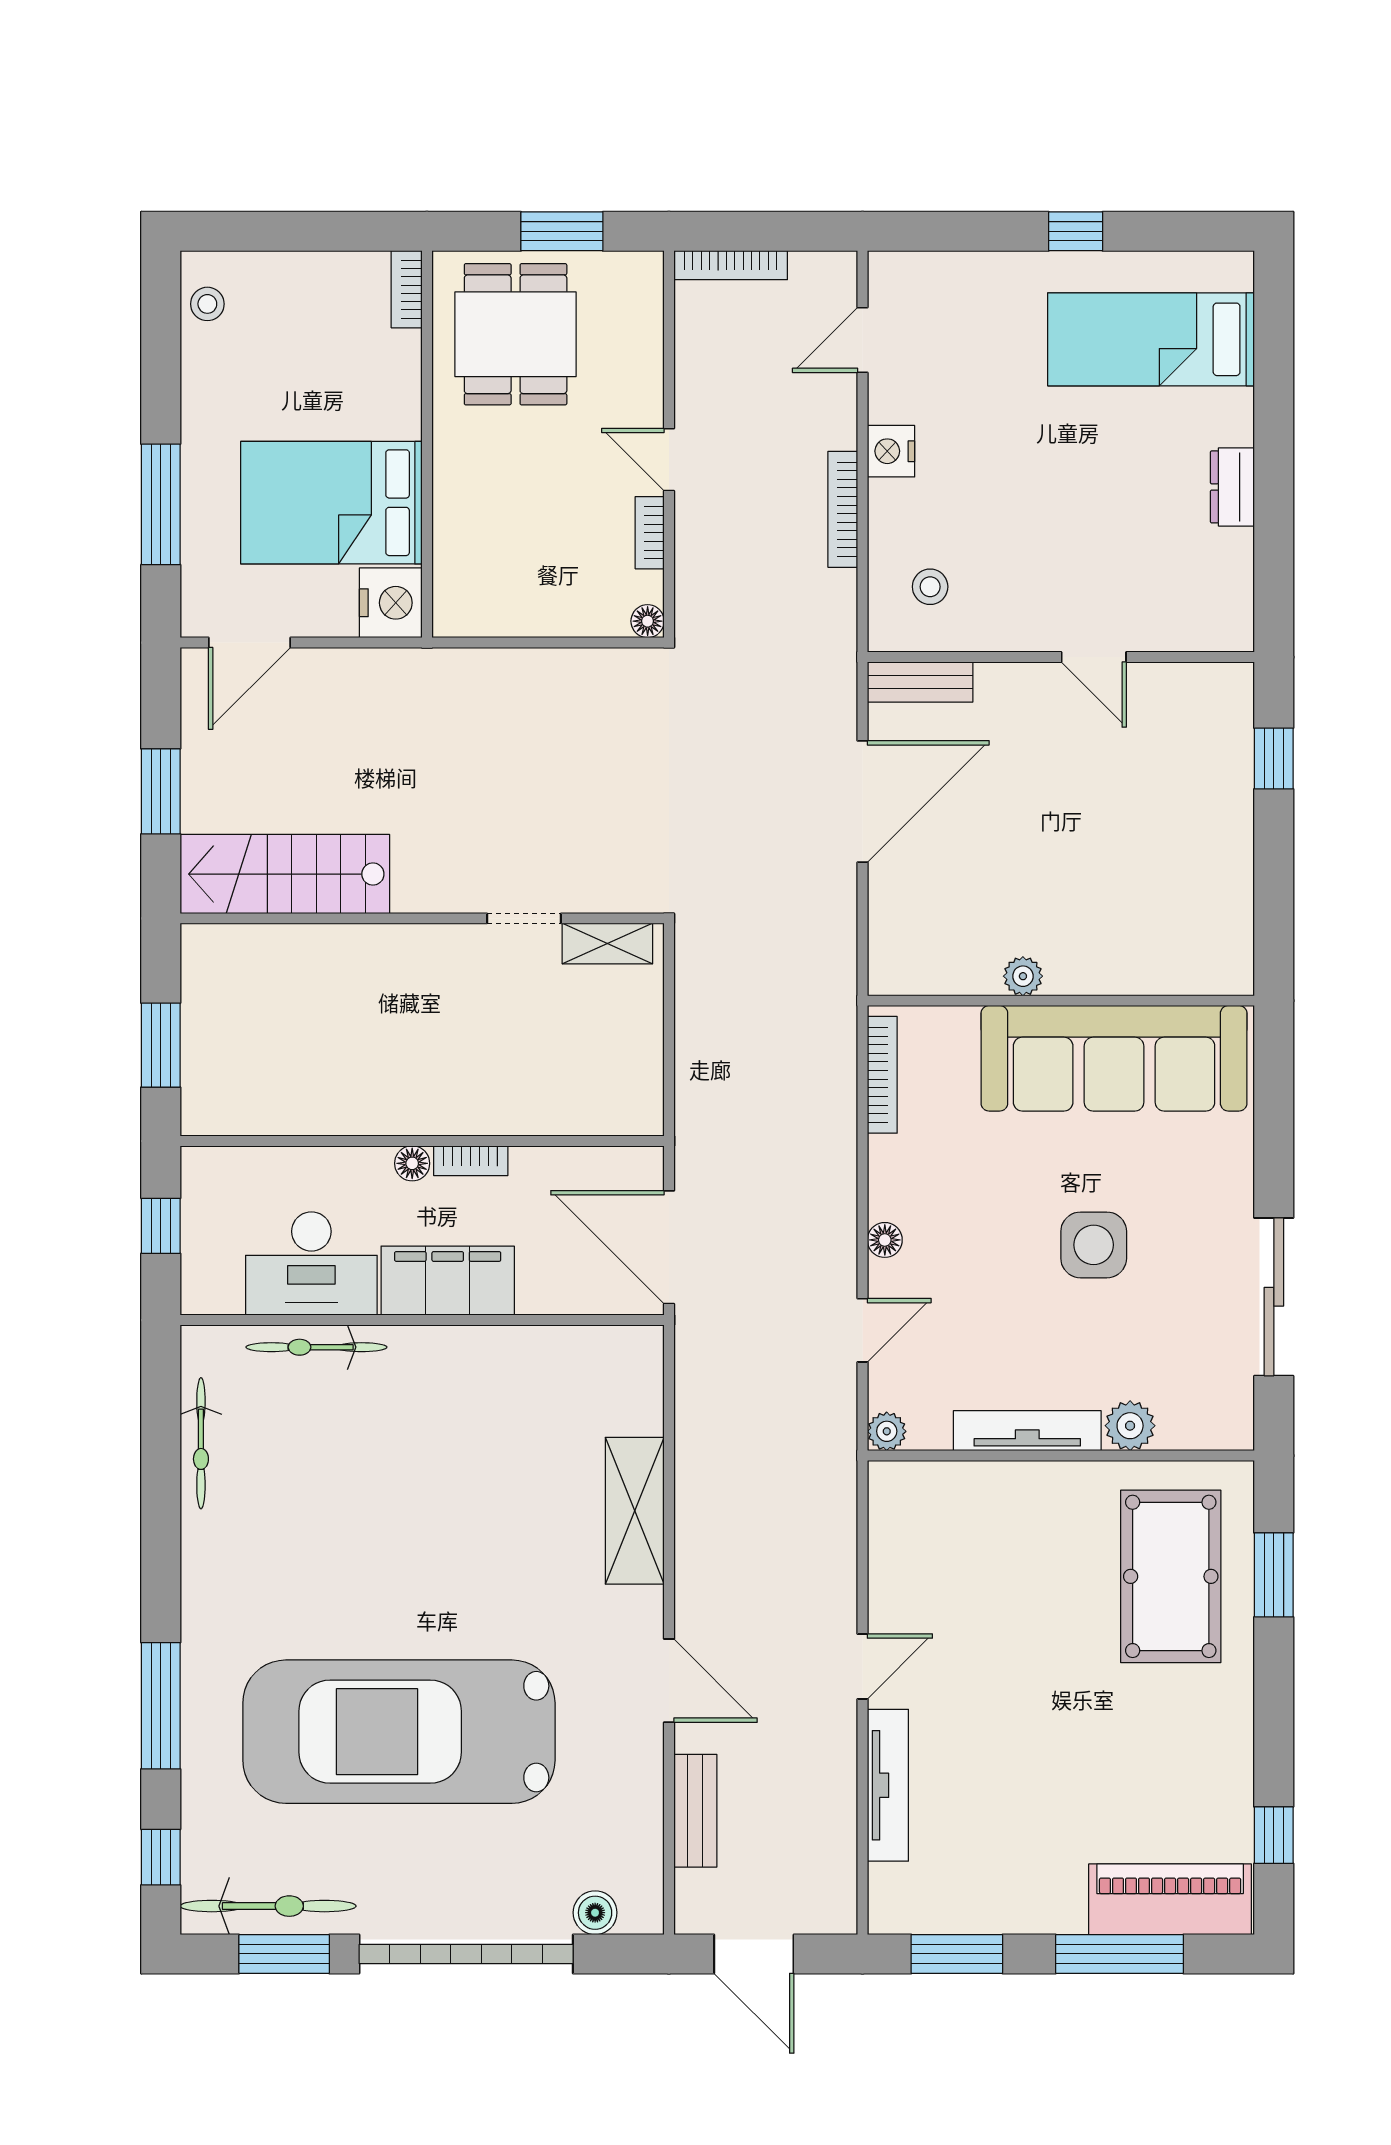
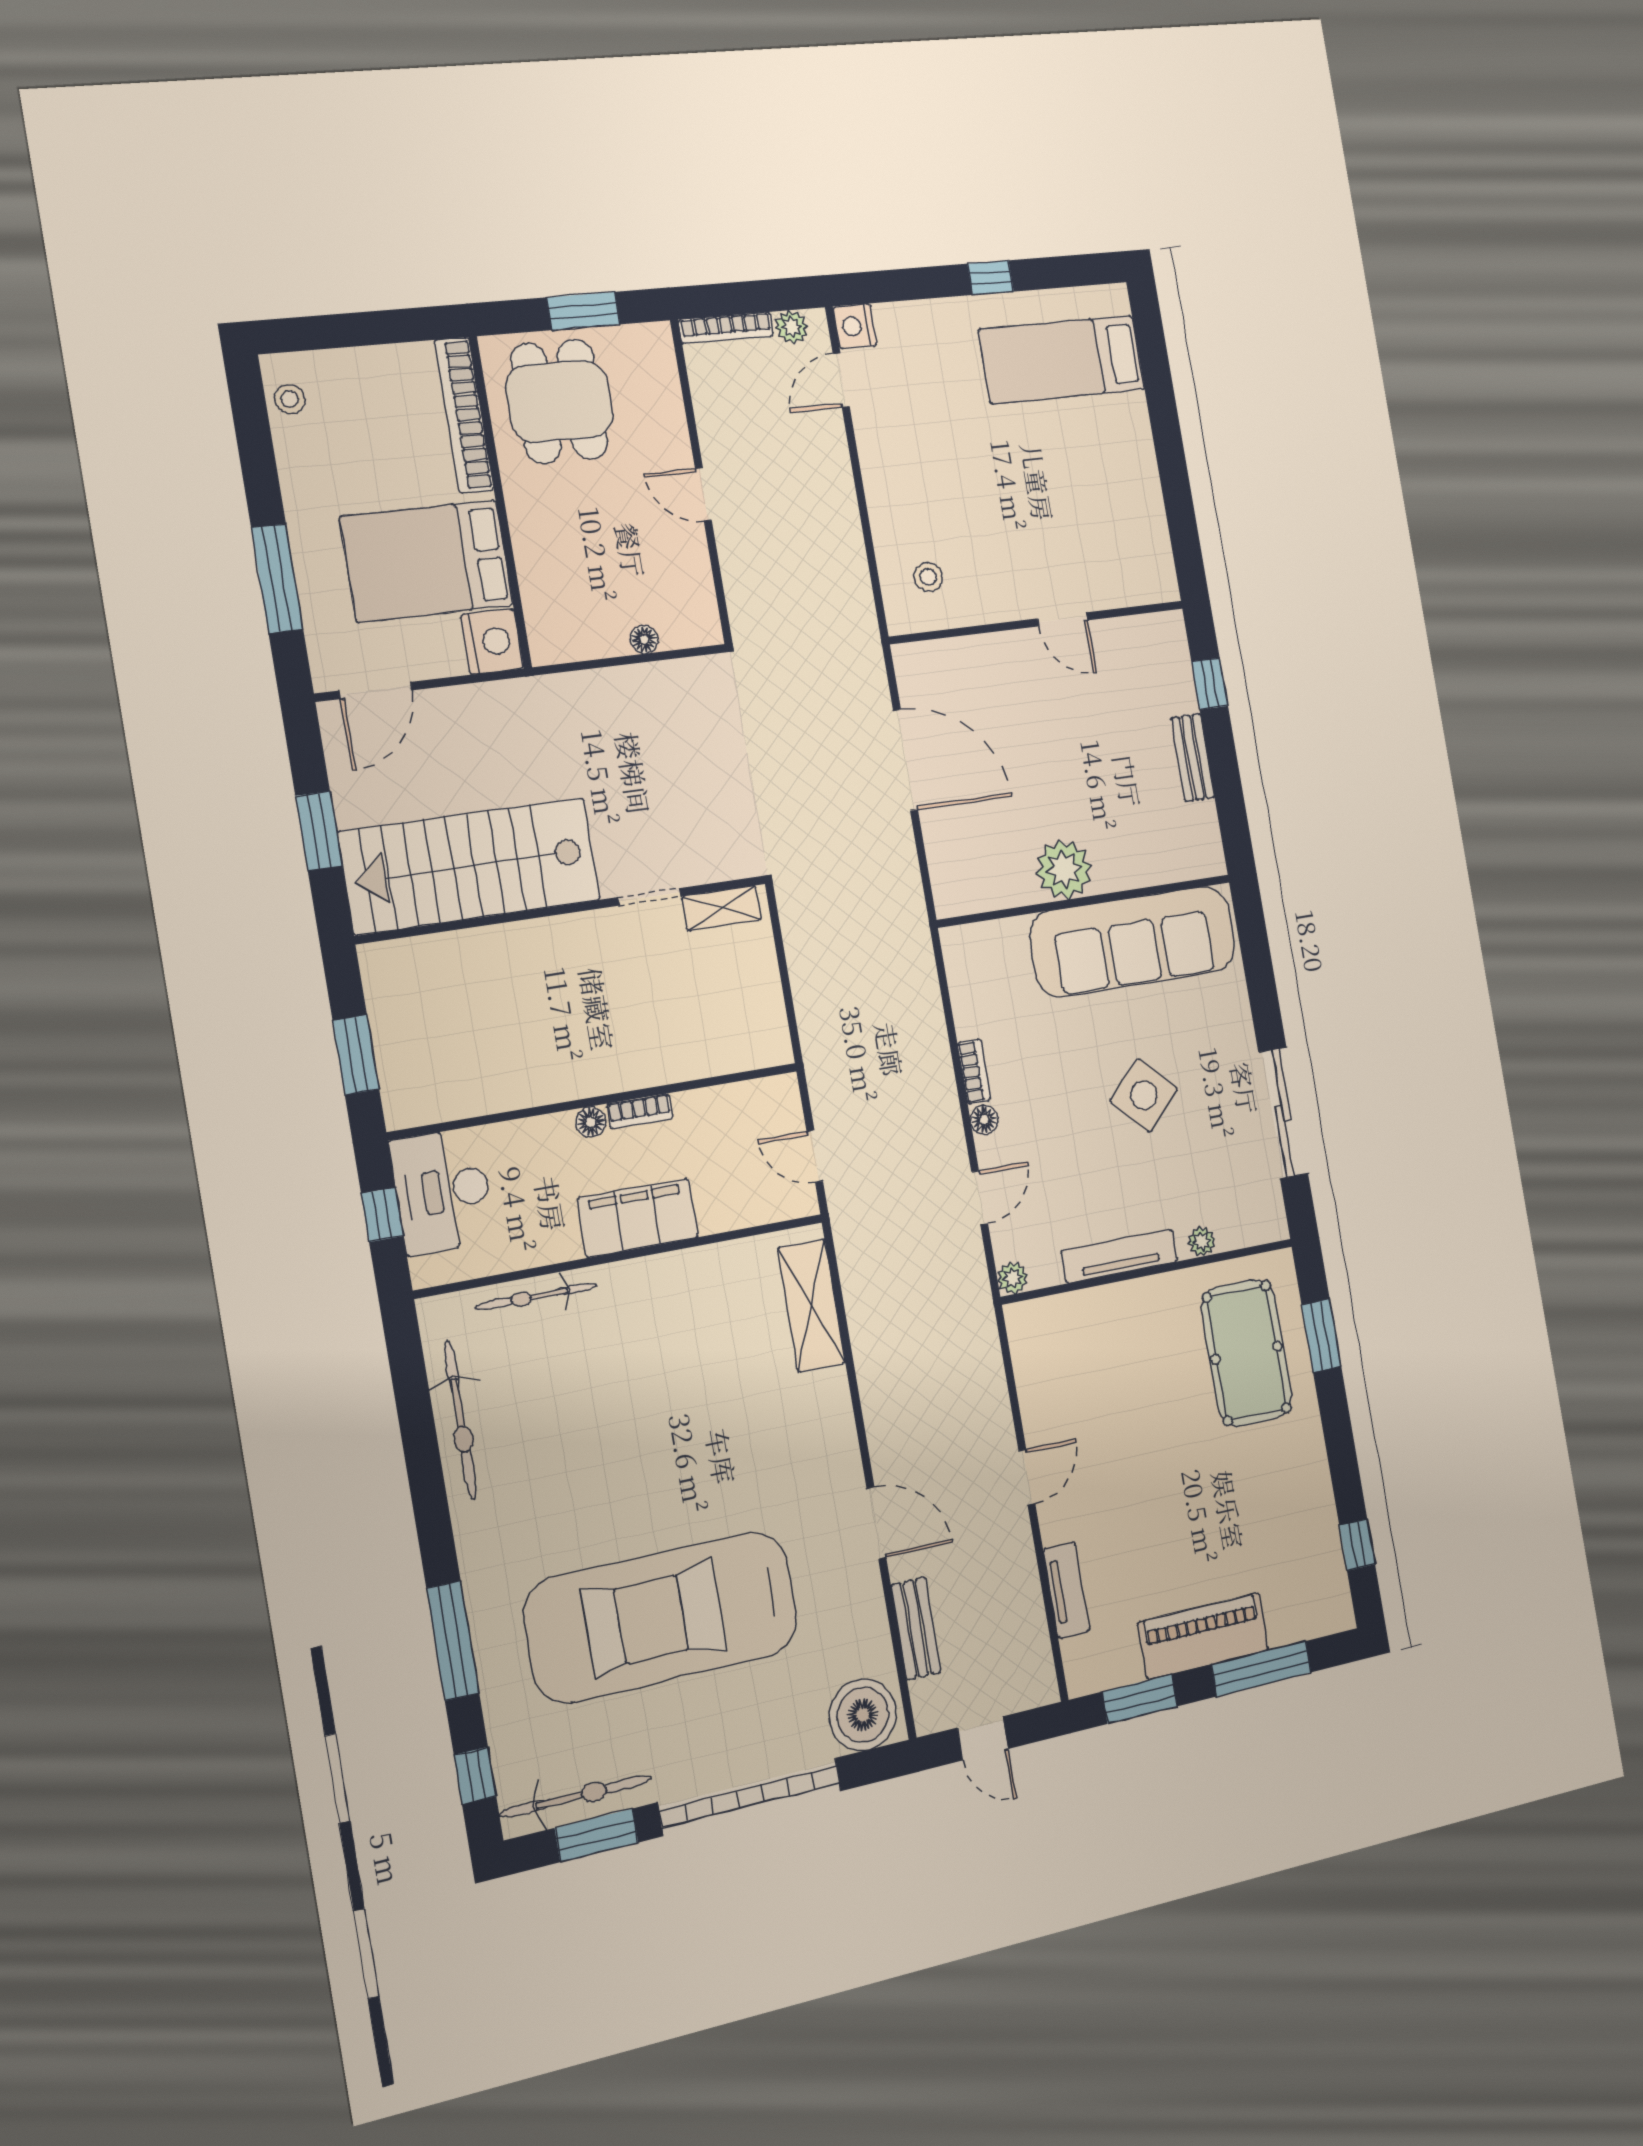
plant: (812, 271) -> (791, 327), added
bookcase: (407, 289) -> (464, 415), width x2.31, depth x1.31
nightstand: (891, 451) -> (855, 326), moved
dresser: (1232, 487) -> (1142, 471), removed
bookcase: (843, 509) -> (849, 521), removed
bookcase: (650, 533) -> (698, 557), removed
floor lamp: (648, 621) -> (644, 640), moved
bench: (920, 682) -> (1193, 758), moved, turned 90
door: (862, 802) -> (906, 760), hinge flipped
stairs: (285, 874) -> (470, 866), width x1.36, depth x1.51
plant: (1023, 976) -> (1064, 869), width x1.88, depth x1.88
bookcase: (882, 1075) -> (974, 1071), moved, width x0.64
side table: (1094, 1245) -> (1144, 1095), turned 45
door: (669, 1247) -> (815, 1156), width x0.53
desk: (311, 1264) -> (443, 1191), moved, turned 90
plant: (1130, 1426) -> (1202, 1241), width x0.73, depth x0.73
bicycle: (201, 1443) -> (460, 1420), width x1.37, depth x1.40
shelving: (635, 1511) -> (811, 1305), moved
tv unit: (888, 1785) -> (1066, 1590), width x0.71
piano: (1170, 1899) -> (1203, 1636), moved
boiler: (595, 1913) -> (863, 1715), width x1.86, depth x1.86
door: (754, 1954) -> (983, 1738), width x0.73

